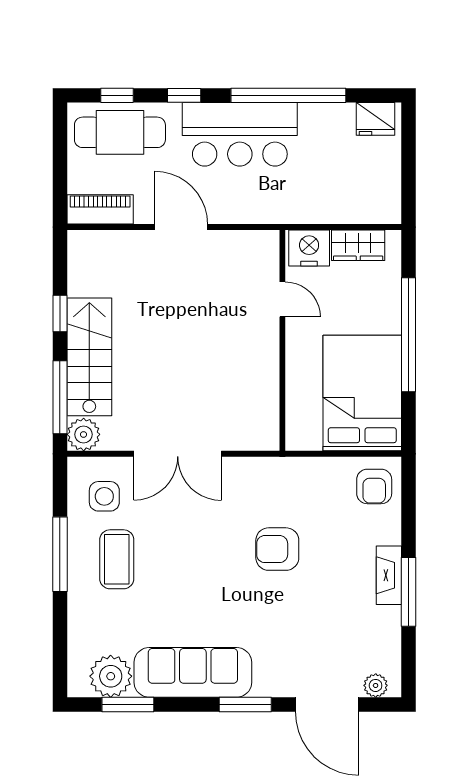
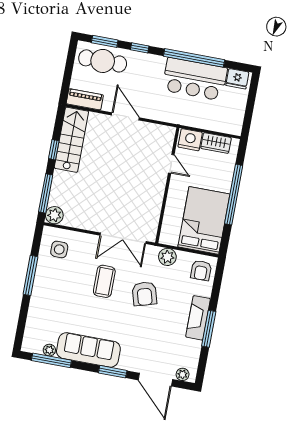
window: (117, 95) -> (105, 41), width x1.50
bar counter: (240, 134) -> (195, 79), moved
stairs: (89, 357) -> (71, 140), moved
double door: (178, 454) -> (123, 238), moved
plant: (307, 473) -> (167, 257), added
armchair: (277, 549) -> (144, 294), turned -106
coffee table: (117, 559) -> (104, 281), moved
fireplace: (389, 575) -> (198, 318), width x1.37, depth x1.32
plant: (111, 676) -> (49, 350), width x0.53, depth x0.53
window: (128, 704) -> (51, 360), width x1.44

